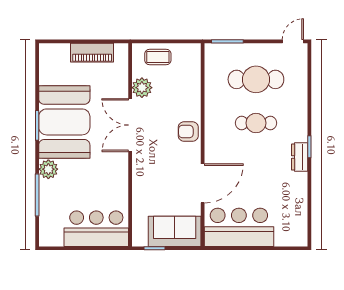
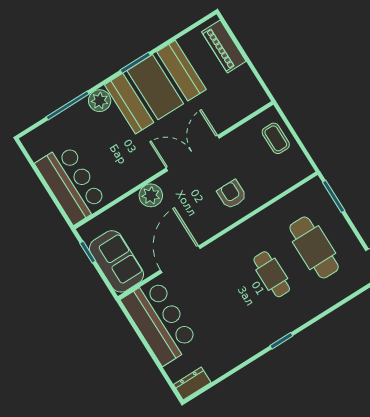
piano: (92, 53) -> (224, 47), moved
plant: (142, 88) -> (151, 195), moved
armchair: (188, 132) -> (232, 194), moved
dresser: (300, 157) -> (192, 384), moved
door: (203, 183) -> (180, 259), swing flipped

